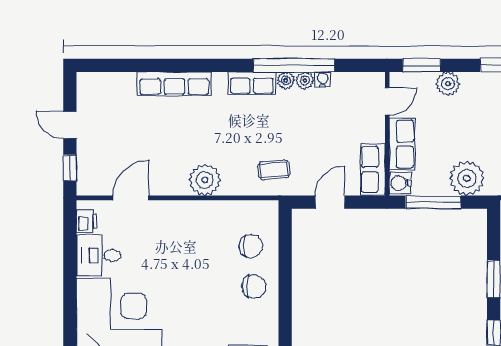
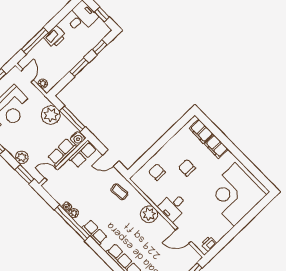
plant: (286, 80) -> (81, 220), removed
desk: (99, 255) -> (173, 207), moved, turned 90
chair: (254, 286) -> (187, 168), moved

